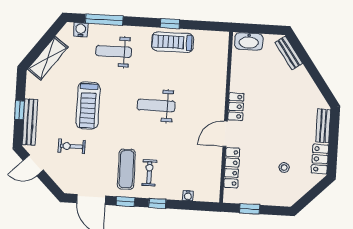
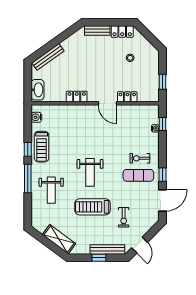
window: (104, 20) -> (28, 178), moved
water cooler: (81, 30) -> (36, 117), moved
bench: (289, 53) -> (48, 57), width x1.36
treadmill: (88, 105) -> (92, 207), turned 180
weight bench: (156, 105) -> (90, 172), moved
locker: (236, 107) -> (77, 97), moved
locker: (232, 168) -> (127, 97), width x0.66
window: (157, 203) -> (162, 124), moved

